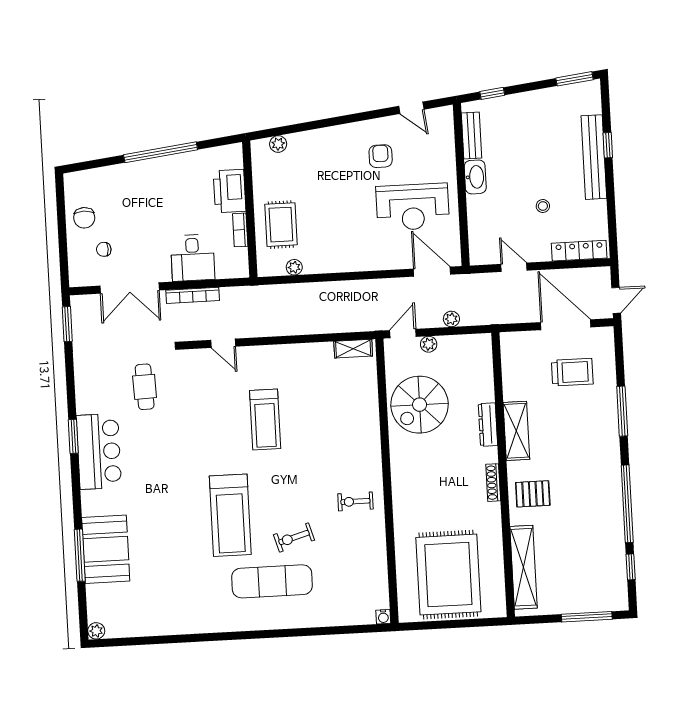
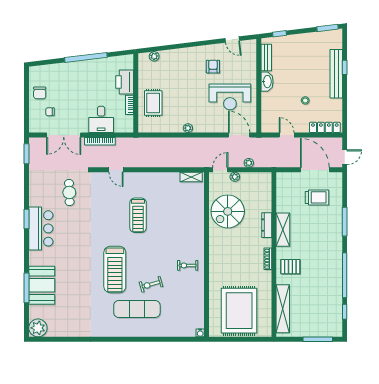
plant: (294, 267) -> (188, 128), moved
plant: (96, 631) -> (38, 328), width x1.88, depth x1.88

